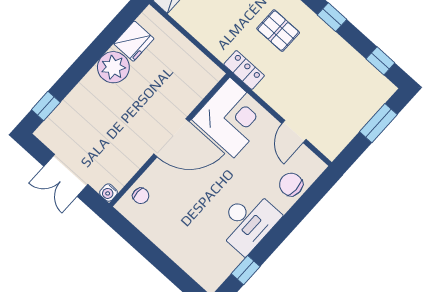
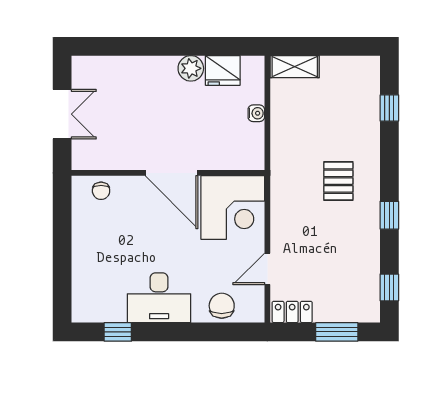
plant: (113, 67) -> (191, 68), width x0.73, depth x0.73
locker: (244, 70) -> (292, 312), moved, turned -90
window: (46, 106) -> (104, 46), removed
double door: (66, 175) -> (62, 114), swing flipped
water cooler: (108, 193) -> (256, 113), moved, turned 180

